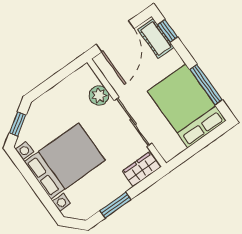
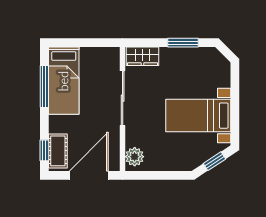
plant: (99, 95) -> (135, 157), moved
bed: (187, 106) -> (64, 81), width x0.67
bed with nightstands: (65, 161) -> (198, 116), width x0.73

